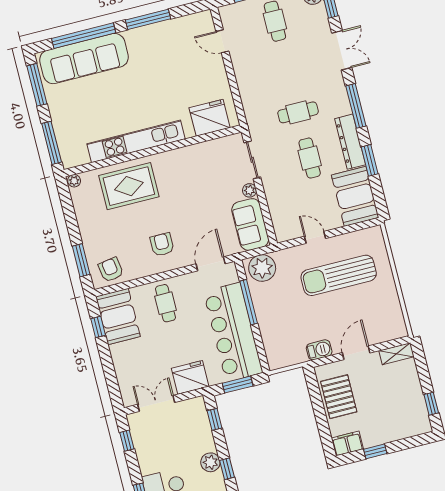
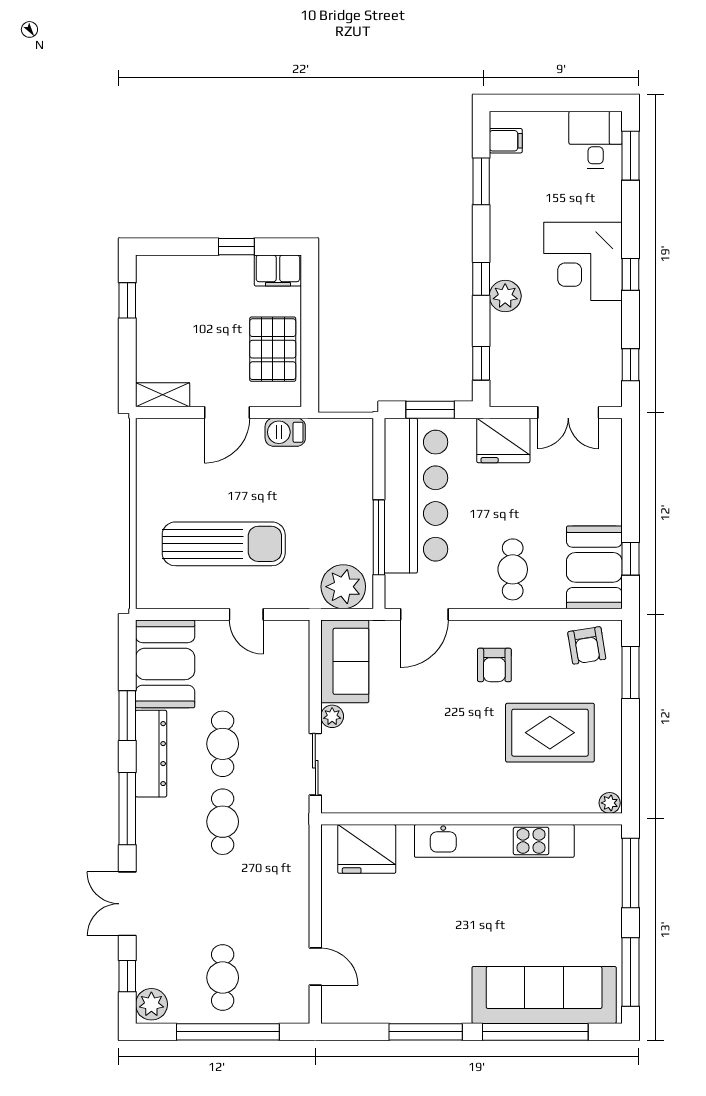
cafe table: (298, 112) -> (223, 822), turned 90
rug: (129, 186) -> (550, 733), moved

